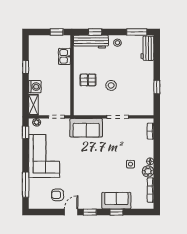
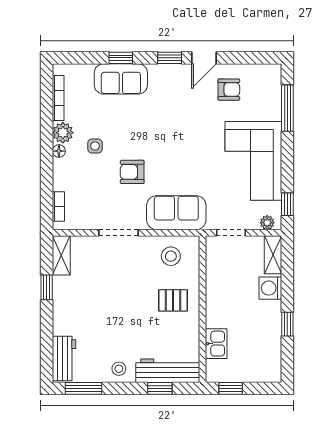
stool: (111, 85) -> (171, 256), moved
shelving: (149, 104) -> (61, 255), added
armchair: (110, 150) -> (132, 172), added

